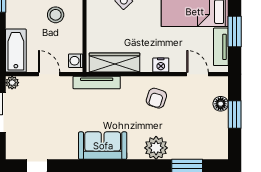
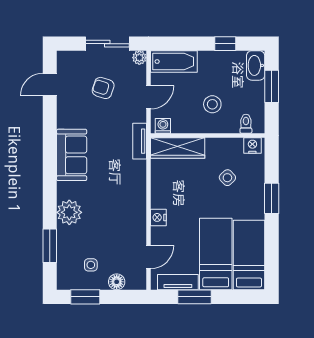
wardrobe: (114, 62) -> (178, 148), moved, turned 90
tv unit: (97, 82) -> (140, 141), width x0.71
armchair: (156, 98) -> (103, 88), moved
window: (235, 115) -> (85, 297), moved
side table: (205, 128) -> (91, 265), added

